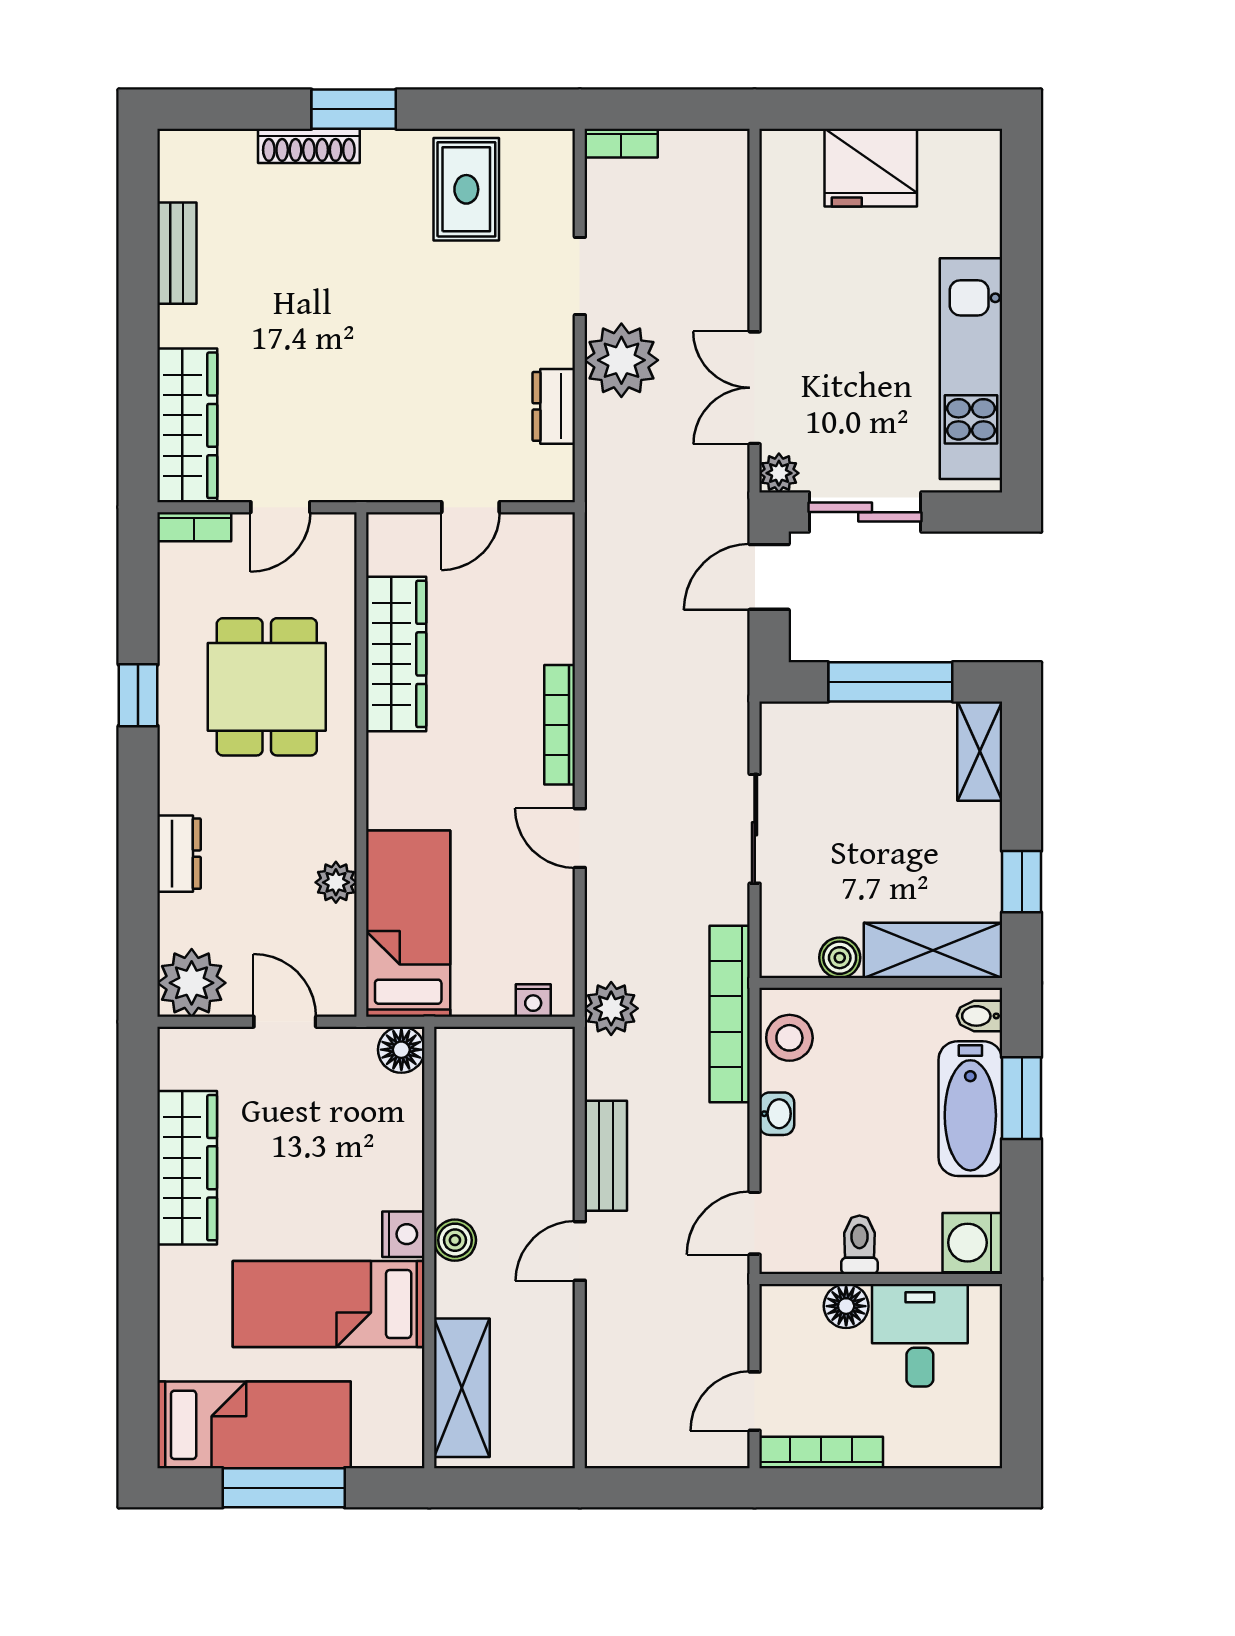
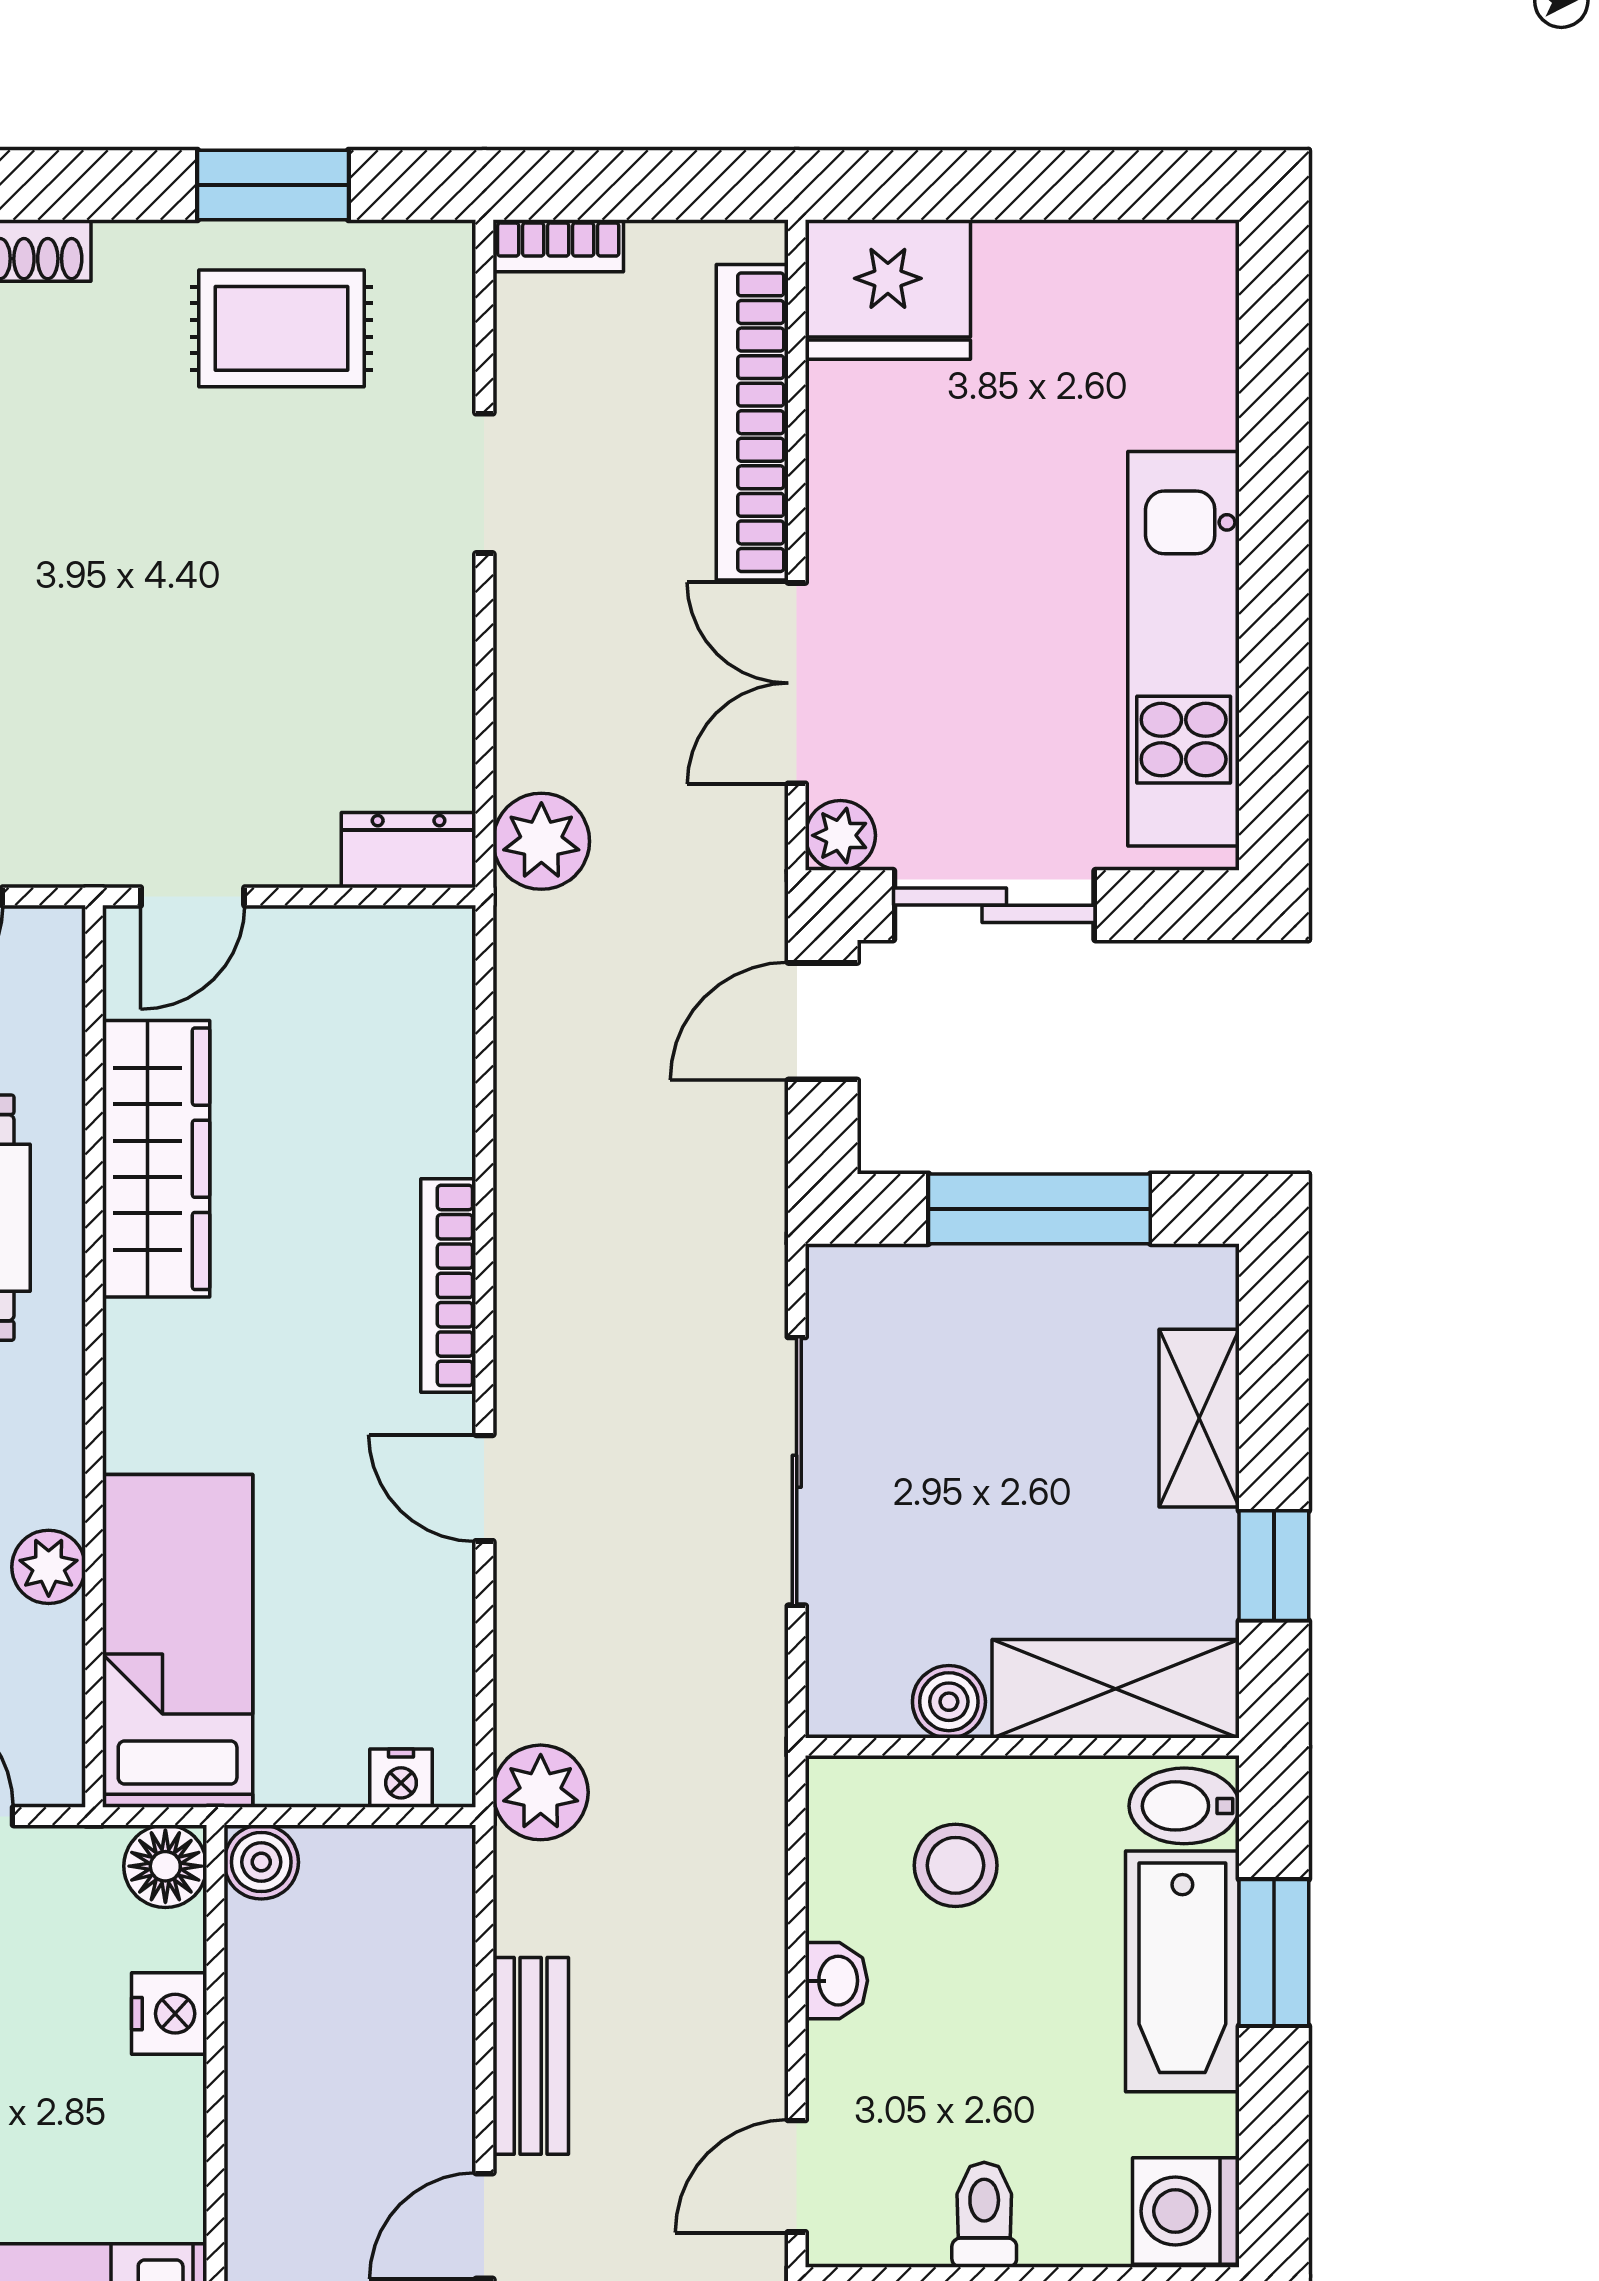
window: (354, 109) -> (273, 185), moved
fridge: (871, 168) -> (888, 290), moved
rug: (466, 189) -> (281, 328), turned 90
plant: (621, 360) -> (541, 841), moved, width x0.73, depth x0.73
dresser: (554, 406) -> (409, 850), moved, turned 90
door: (470, 507) -> (193, 896), moved
shelving: (980, 751) -> (1199, 1418), moved
sliding door: (755, 829) -> (797, 1471), width x1.37
bookcase: (730, 1014) -> (752, 422), moved
bidet: (980, 1016) -> (1184, 1806), width x1.38, depth x1.36
stool: (789, 1038) -> (956, 1865), moved
nightstand: (403, 1234) -> (169, 2014), moved
boiler: (455, 1240) -> (261, 1862), moved

